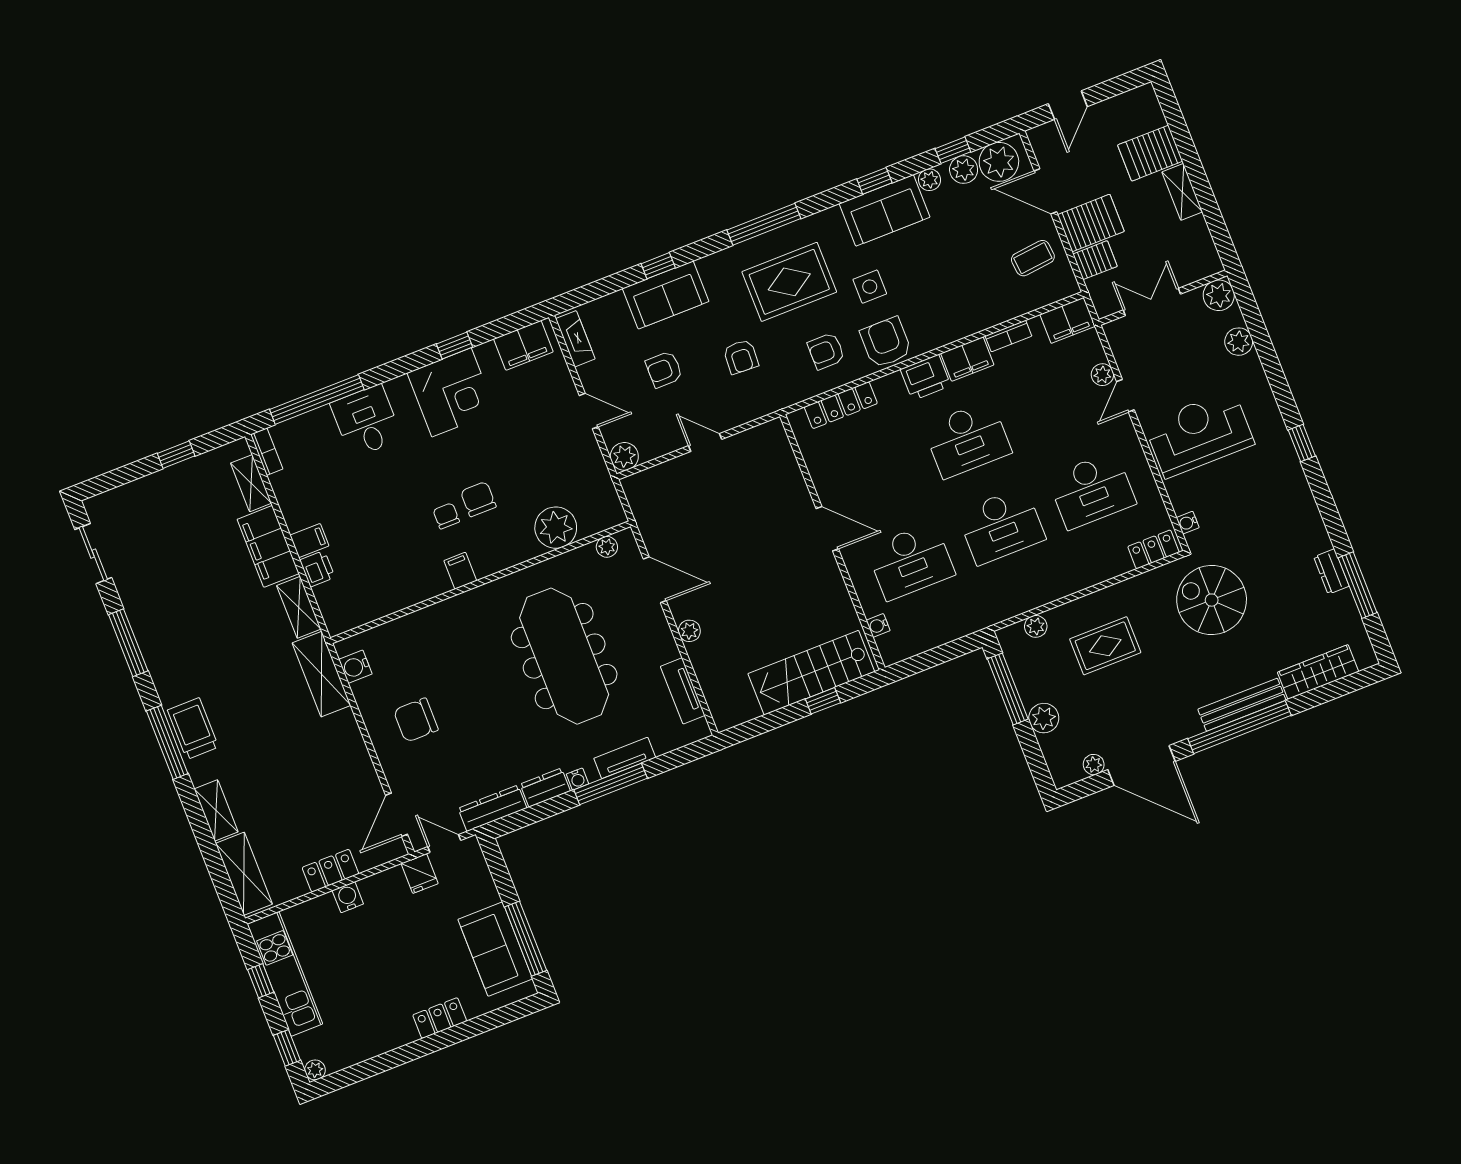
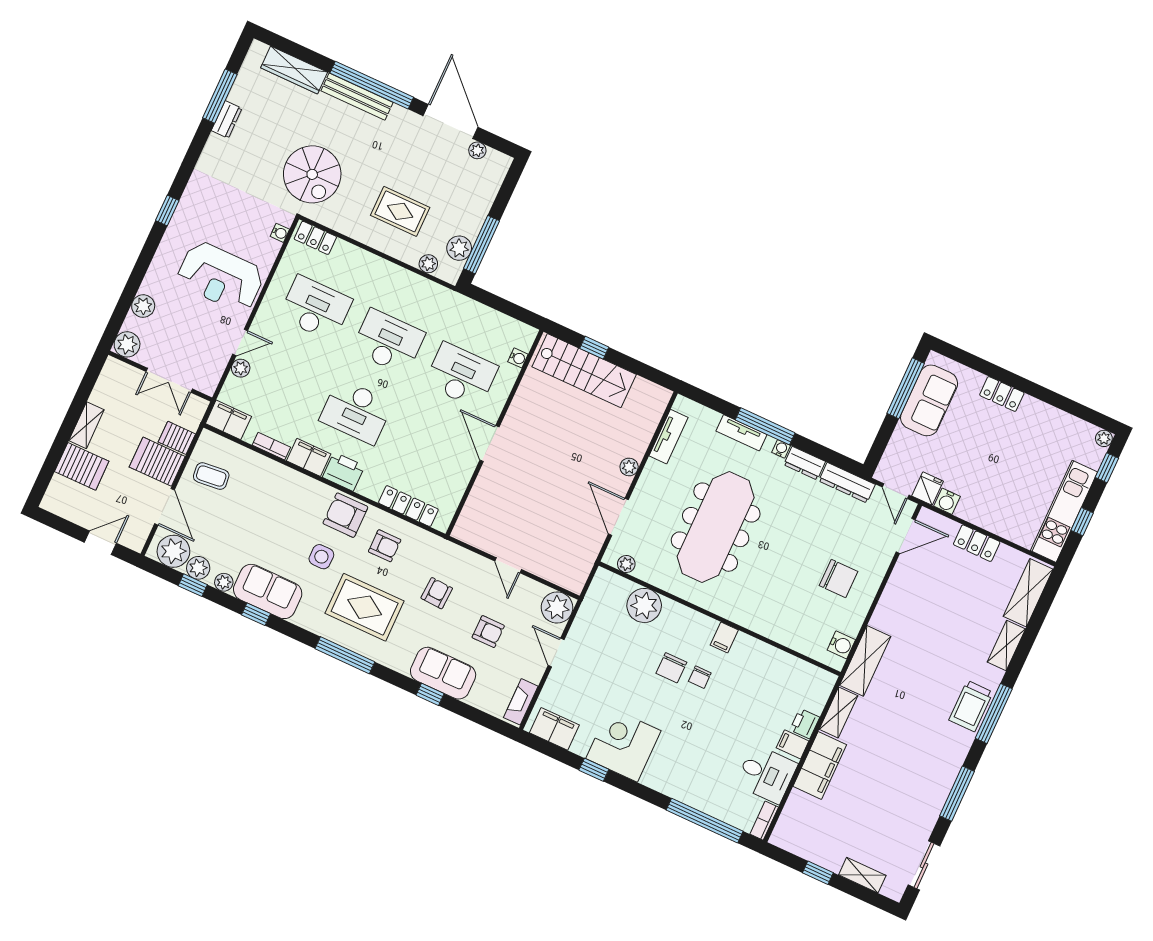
armchair: (886, 342) -> (345, 515), turned 90
desk: (366, 421) -> (766, 774), moved, turned -90
desk: (967, 439) -> (356, 411), turned 180
plant: (624, 456) -> (557, 607), width x1.36, depth x1.36
shelving: (251, 483) -> (862, 875), moved, turned 90
plant: (1044, 718) -> (459, 248), moved
water cooler: (348, 897) -> (947, 501), moved

